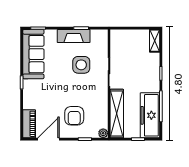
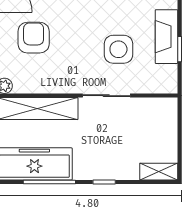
armchair: (74, 116) -> (34, 38), turned 90

